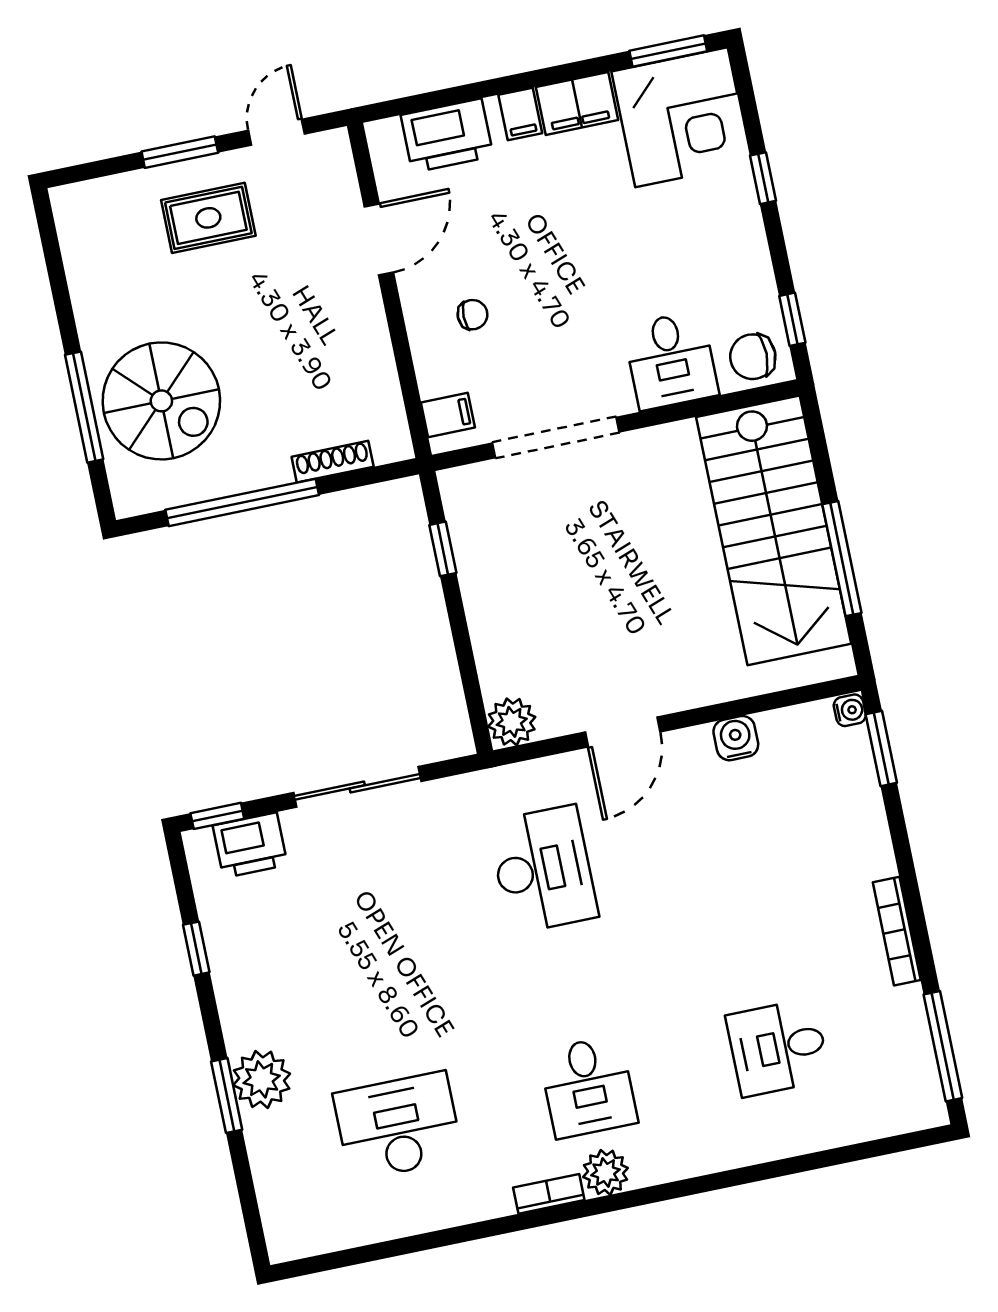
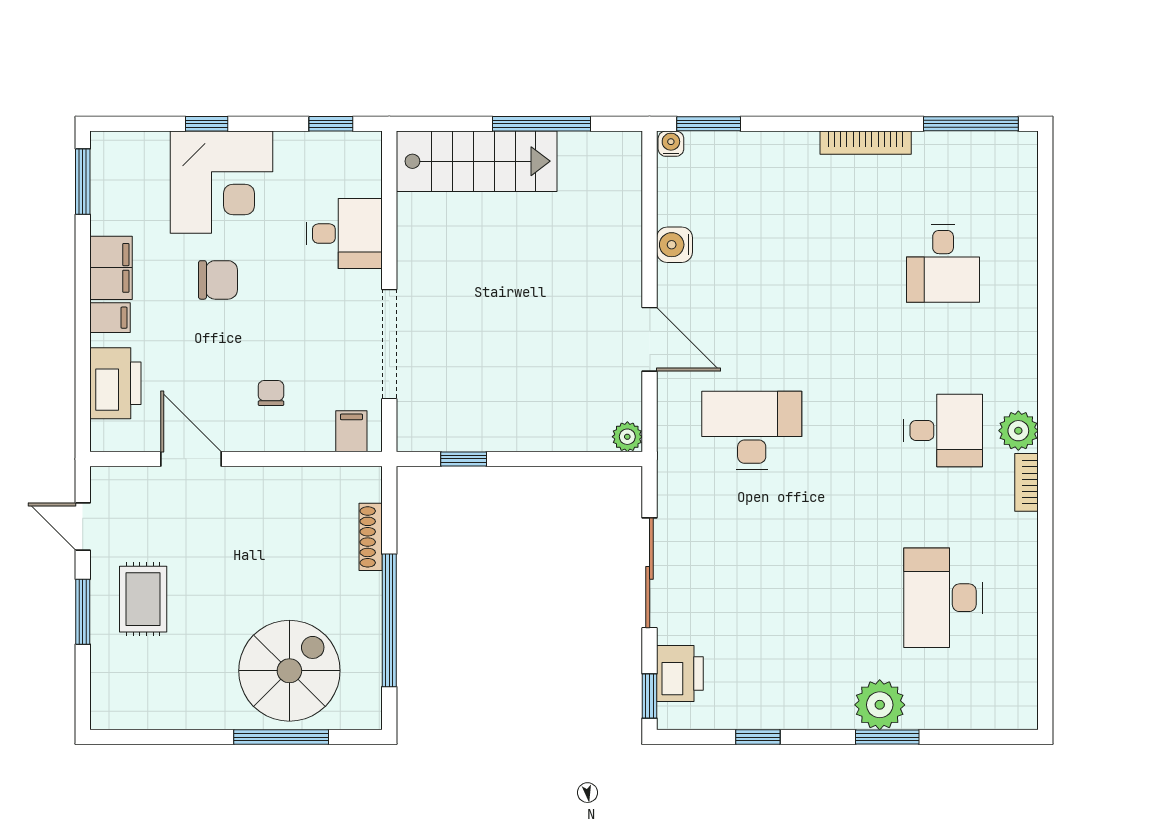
corner desk: (681, 117) -> (222, 182), moved, turned 90
chair: (753, 357) -> (218, 280), moved, turned -90
stairs: (774, 530) -> (477, 161), width x0.73, depth x0.66
plant: (512, 722) -> (627, 437), width x0.73, depth x0.73

